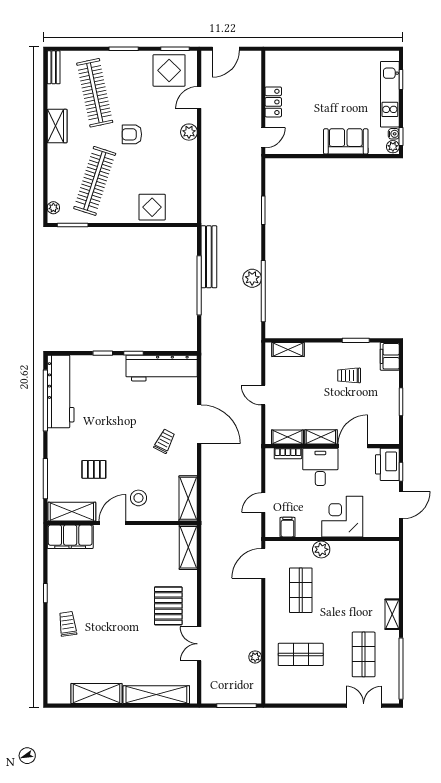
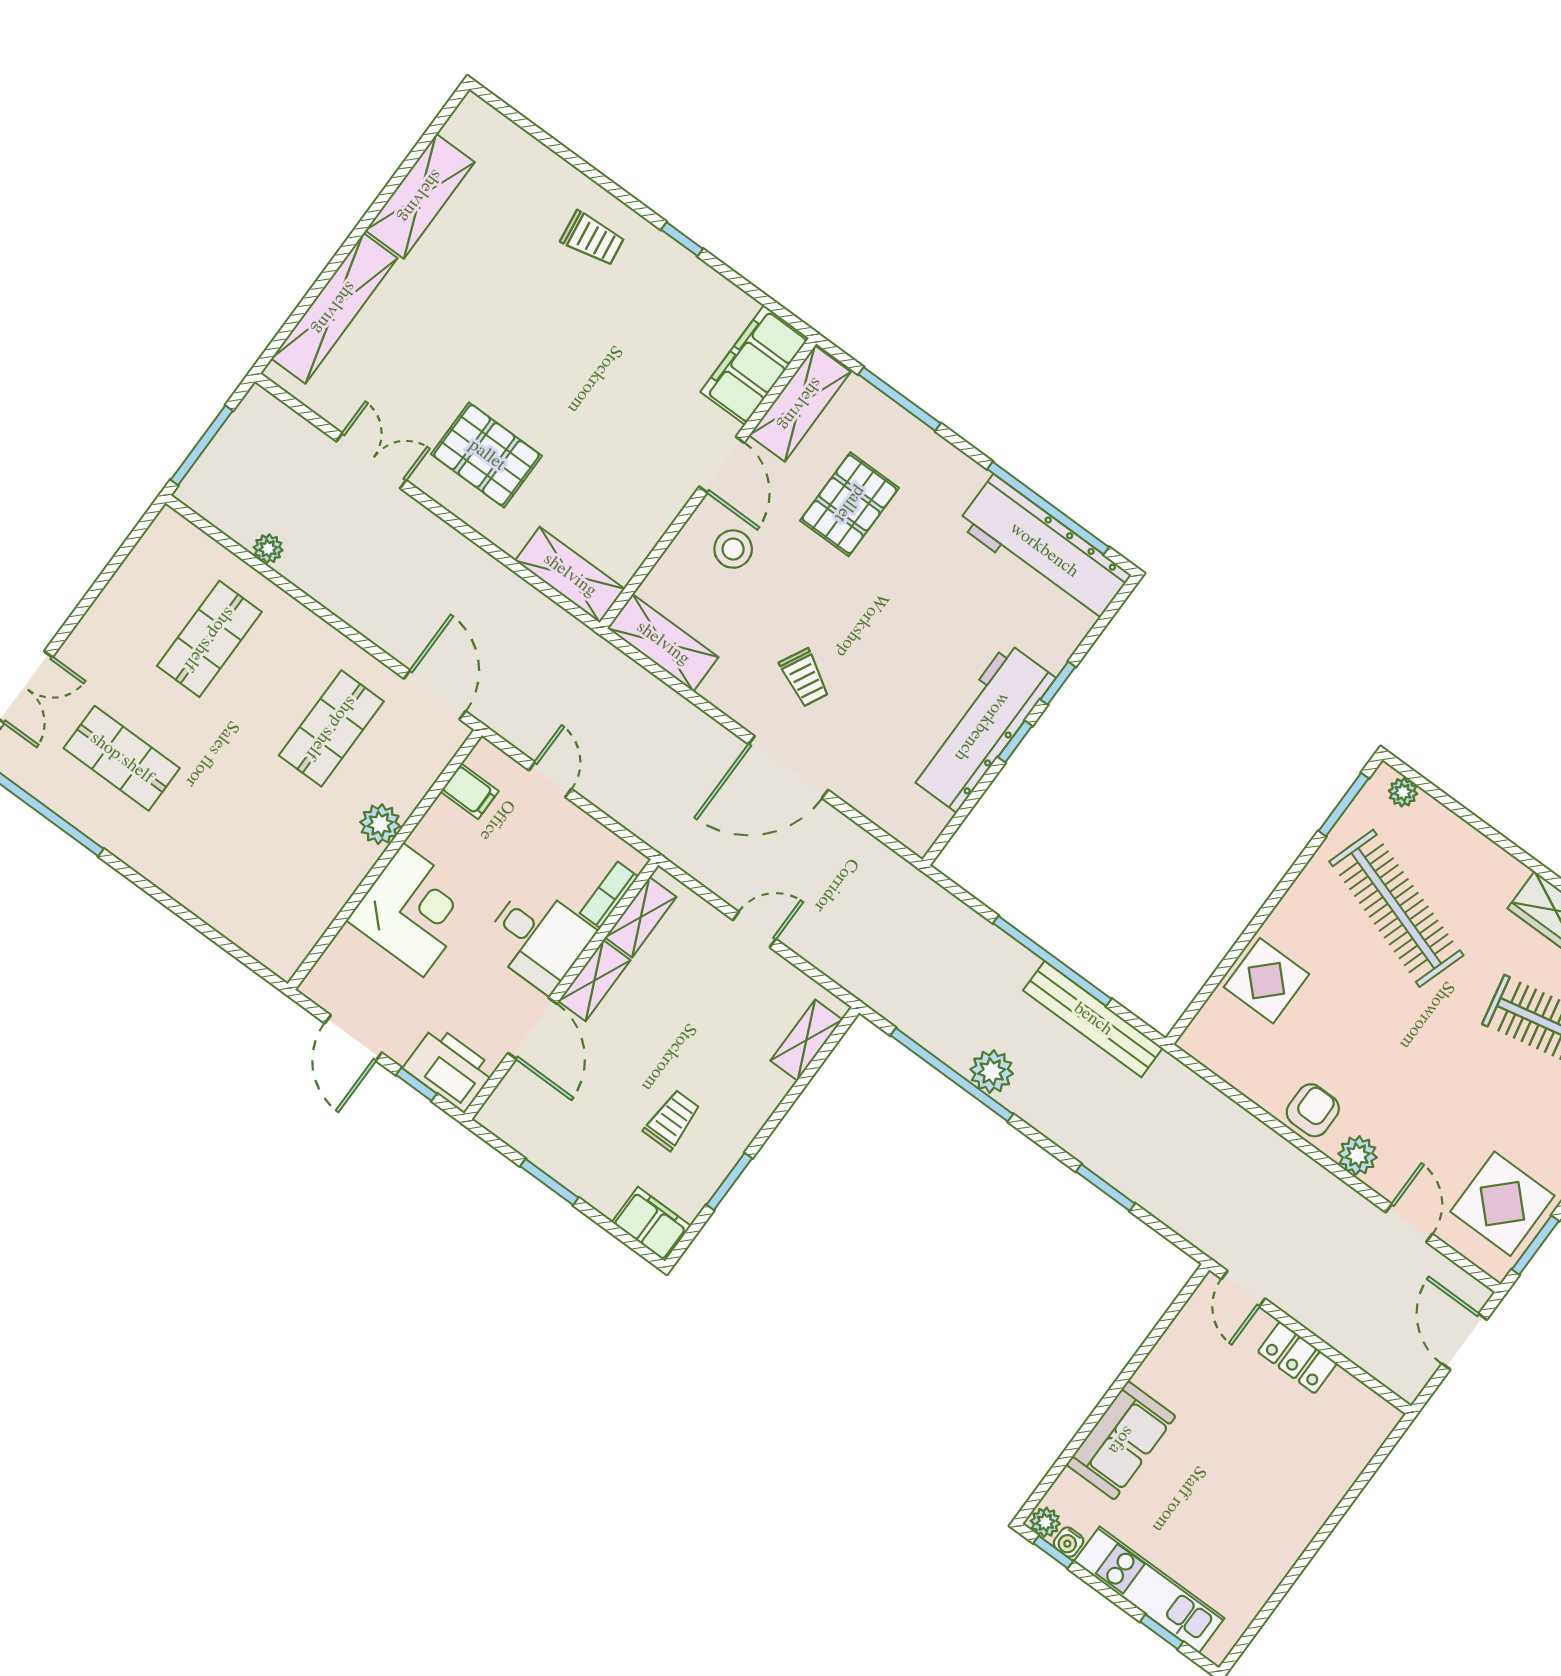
armchair: (132, 134) -> (1313, 1110), moved
workbench: (162, 368) -> (982, 727), moved
pallet: (94, 469) -> (850, 504), width x1.50, depth x1.42
shop shelf: (301, 590) -> (331, 728), turned 90
shelving: (392, 614) -> (158, 869), removed

